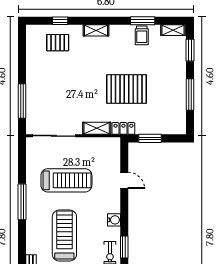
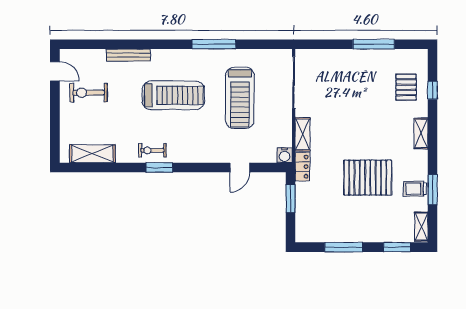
pallet: (127, 89) -> (368, 178), moved, turned 90
window: (22, 101) -> (374, 44), moved
water cooler: (114, 220) -> (284, 155), moved

